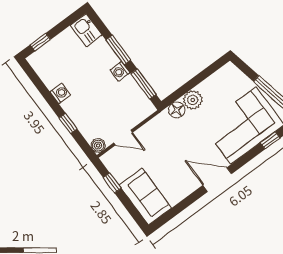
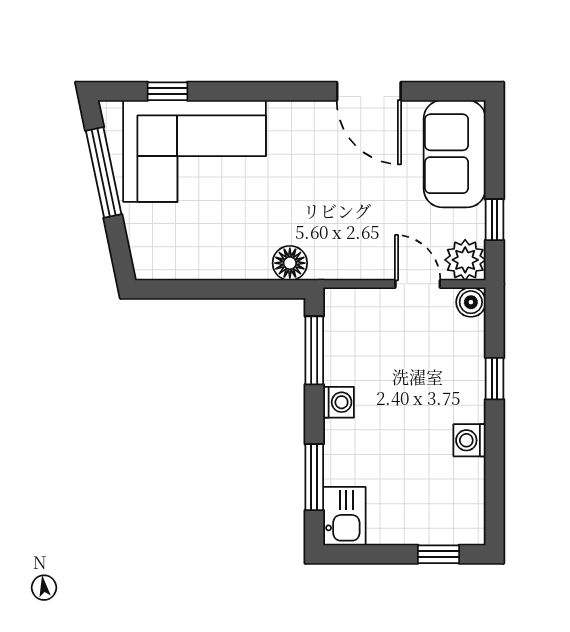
window: (118, 50) -> (314, 477), moved
plant: (193, 100) -> (465, 260), moved
door: (217, 180) -> (369, 91), moved

